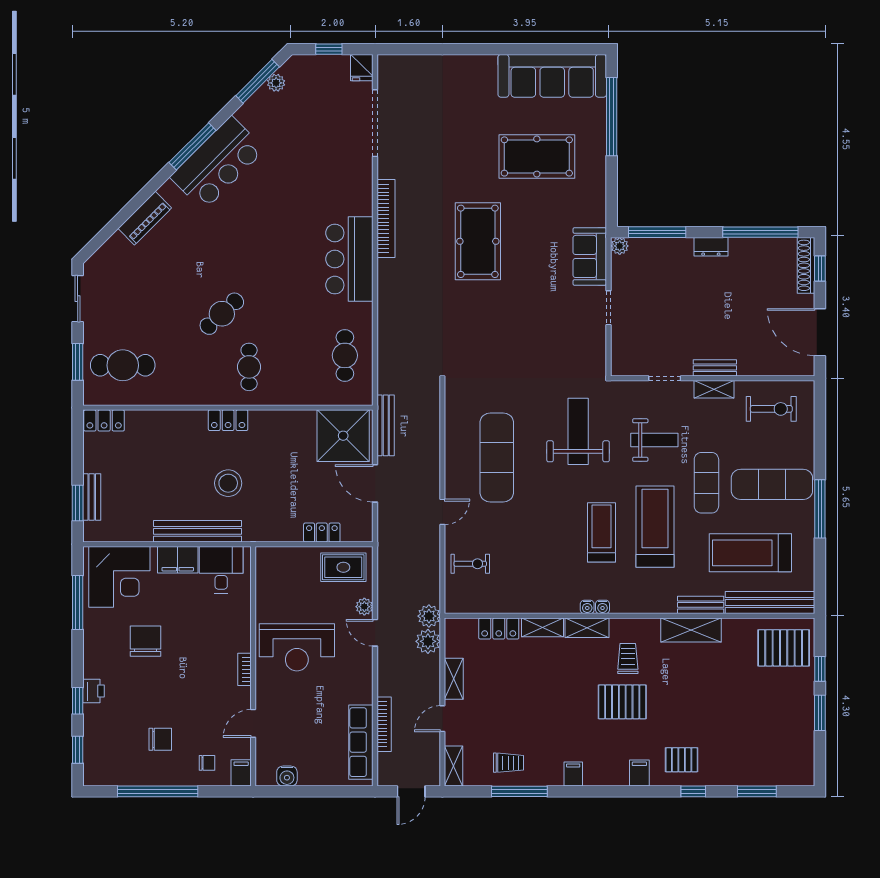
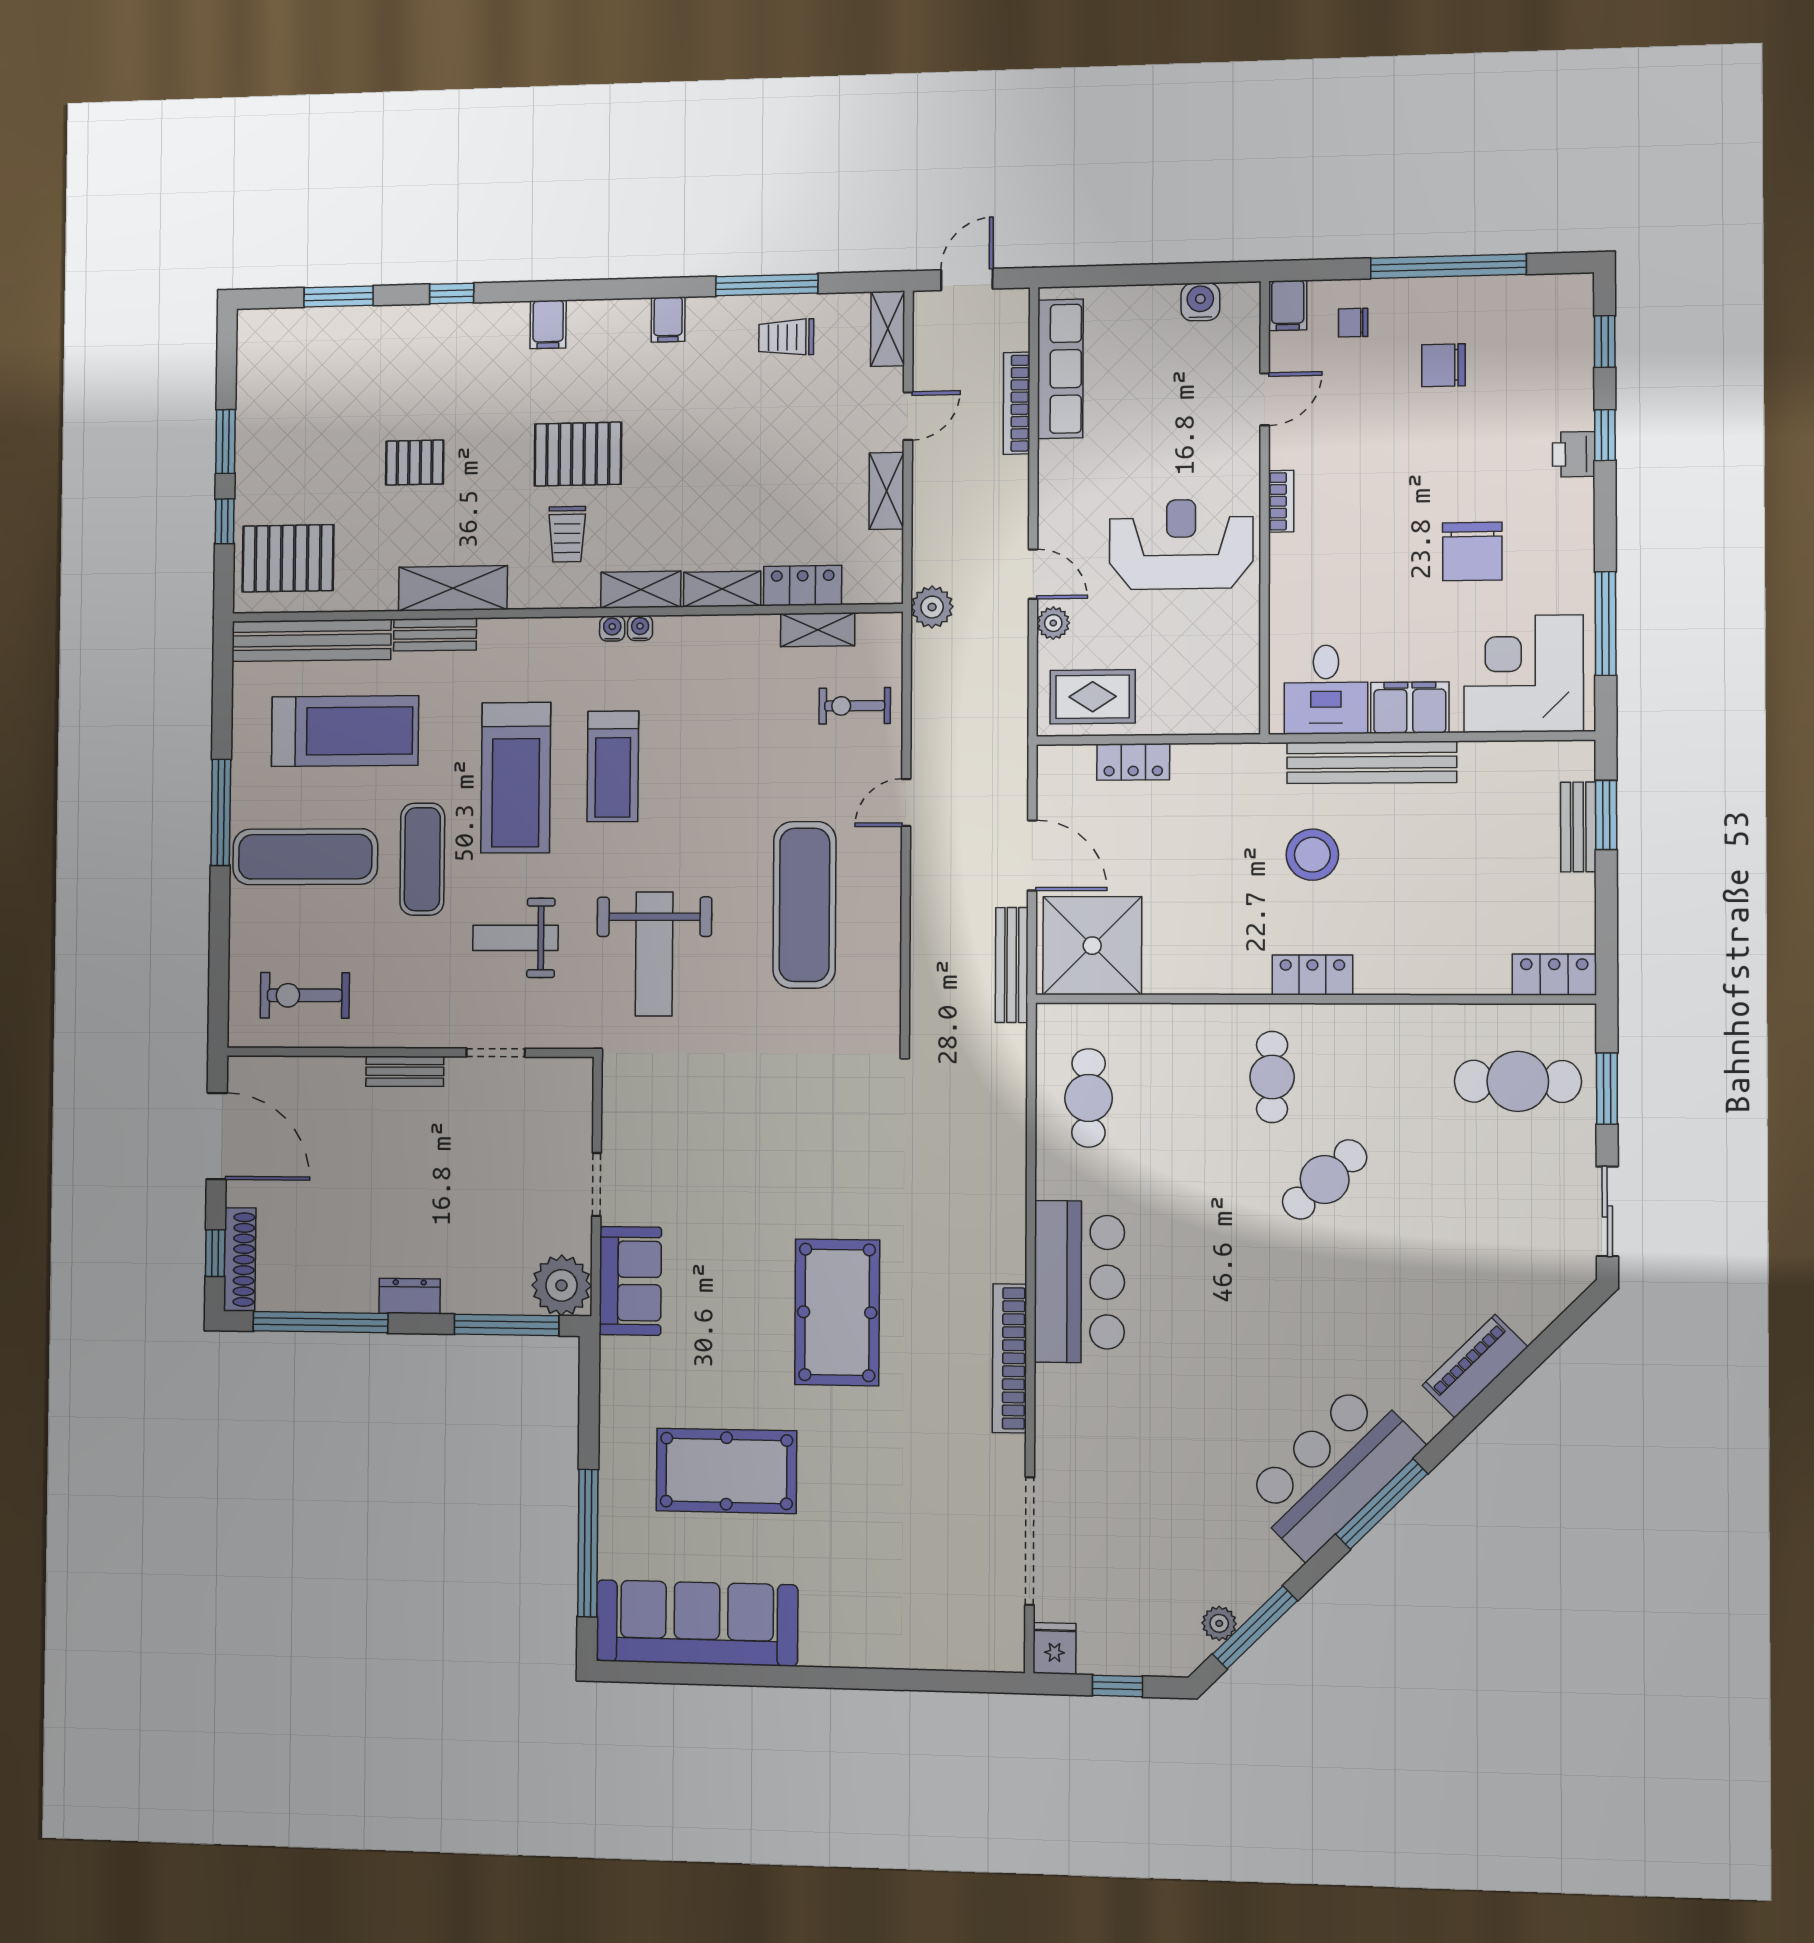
plant: (620, 246) -> (561, 1285), width x1.87, depth x1.87
shelving: (714, 389) -> (818, 630), moved
plant: (428, 641) -> (934, 560), removed
pallet: (682, 760) -> (415, 463), moved

